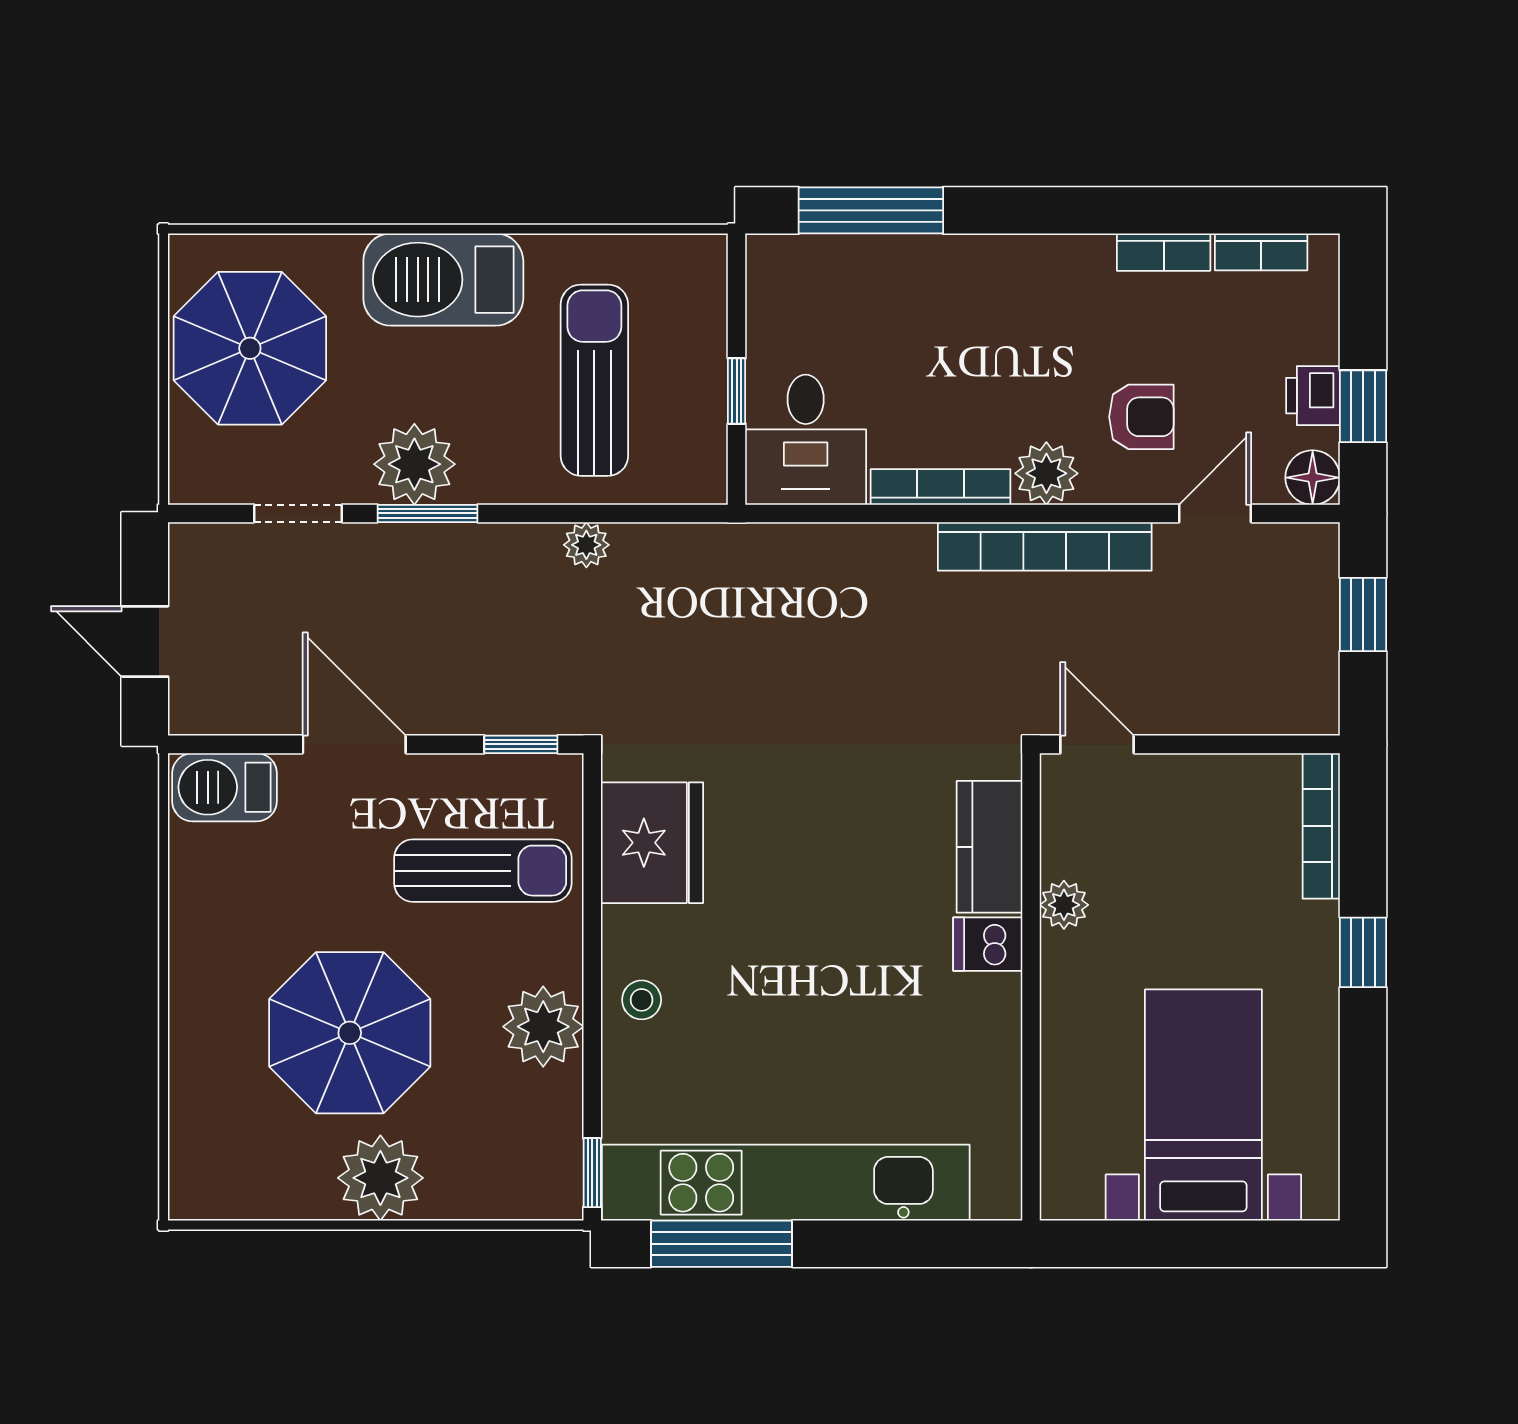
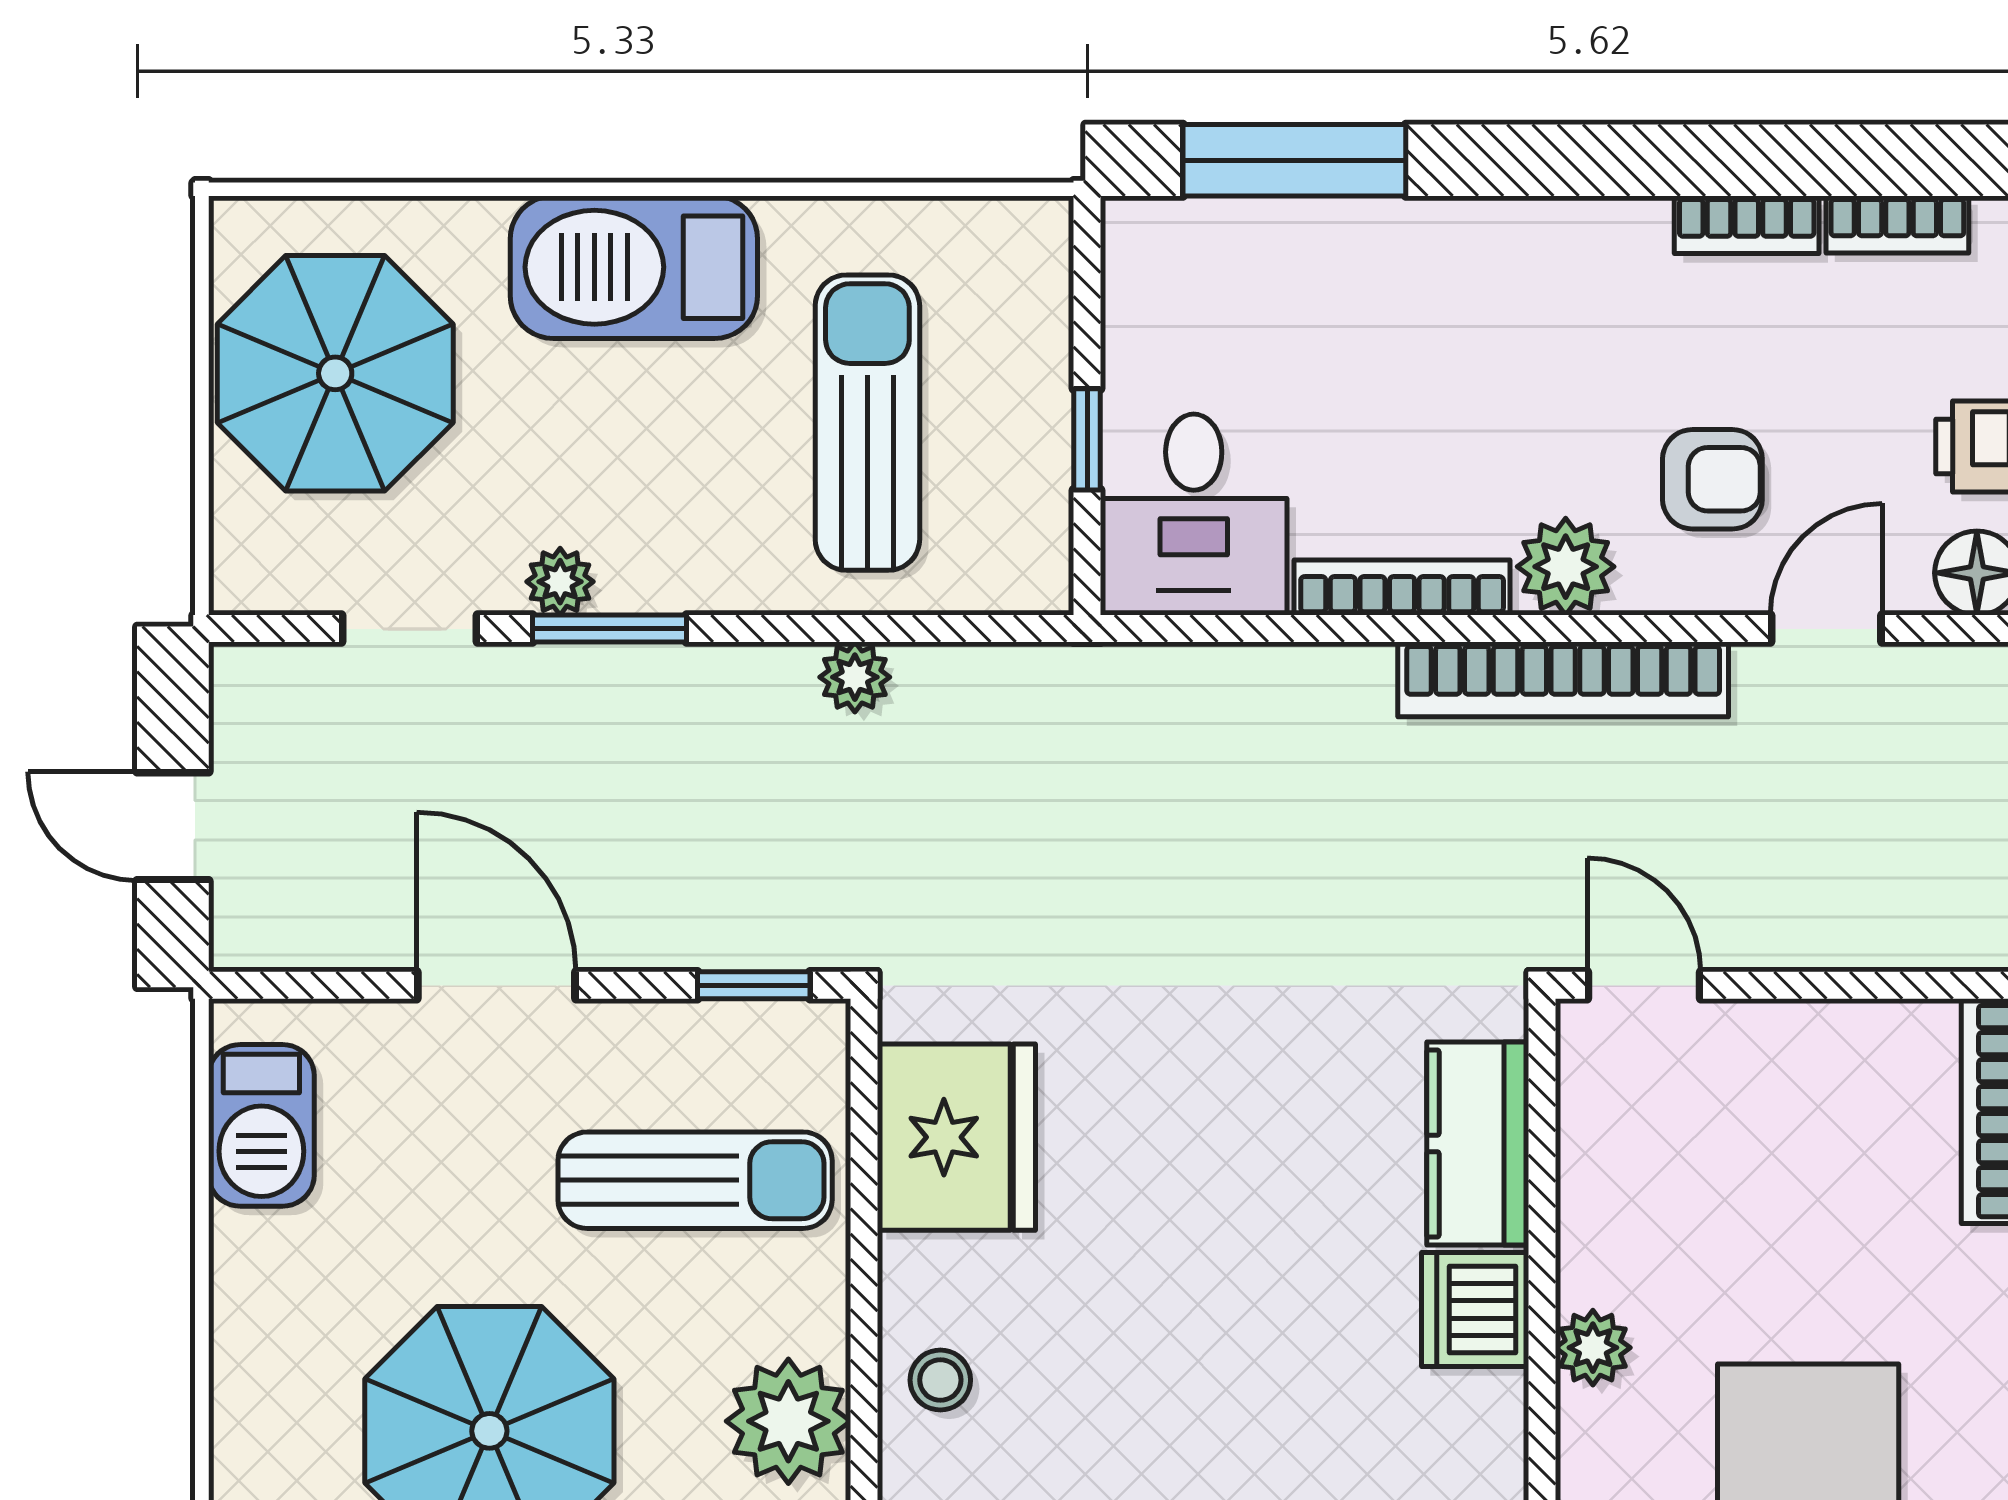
plant: (414, 464) -> (560, 582), width x0.53, depth x0.53
barbecue: (225, 787) -> (261, 1125), moved, turned -90
plant: (1064, 905) -> (1593, 1348), moved
dishwasher: (988, 944) -> (1475, 1310), width x1.38

